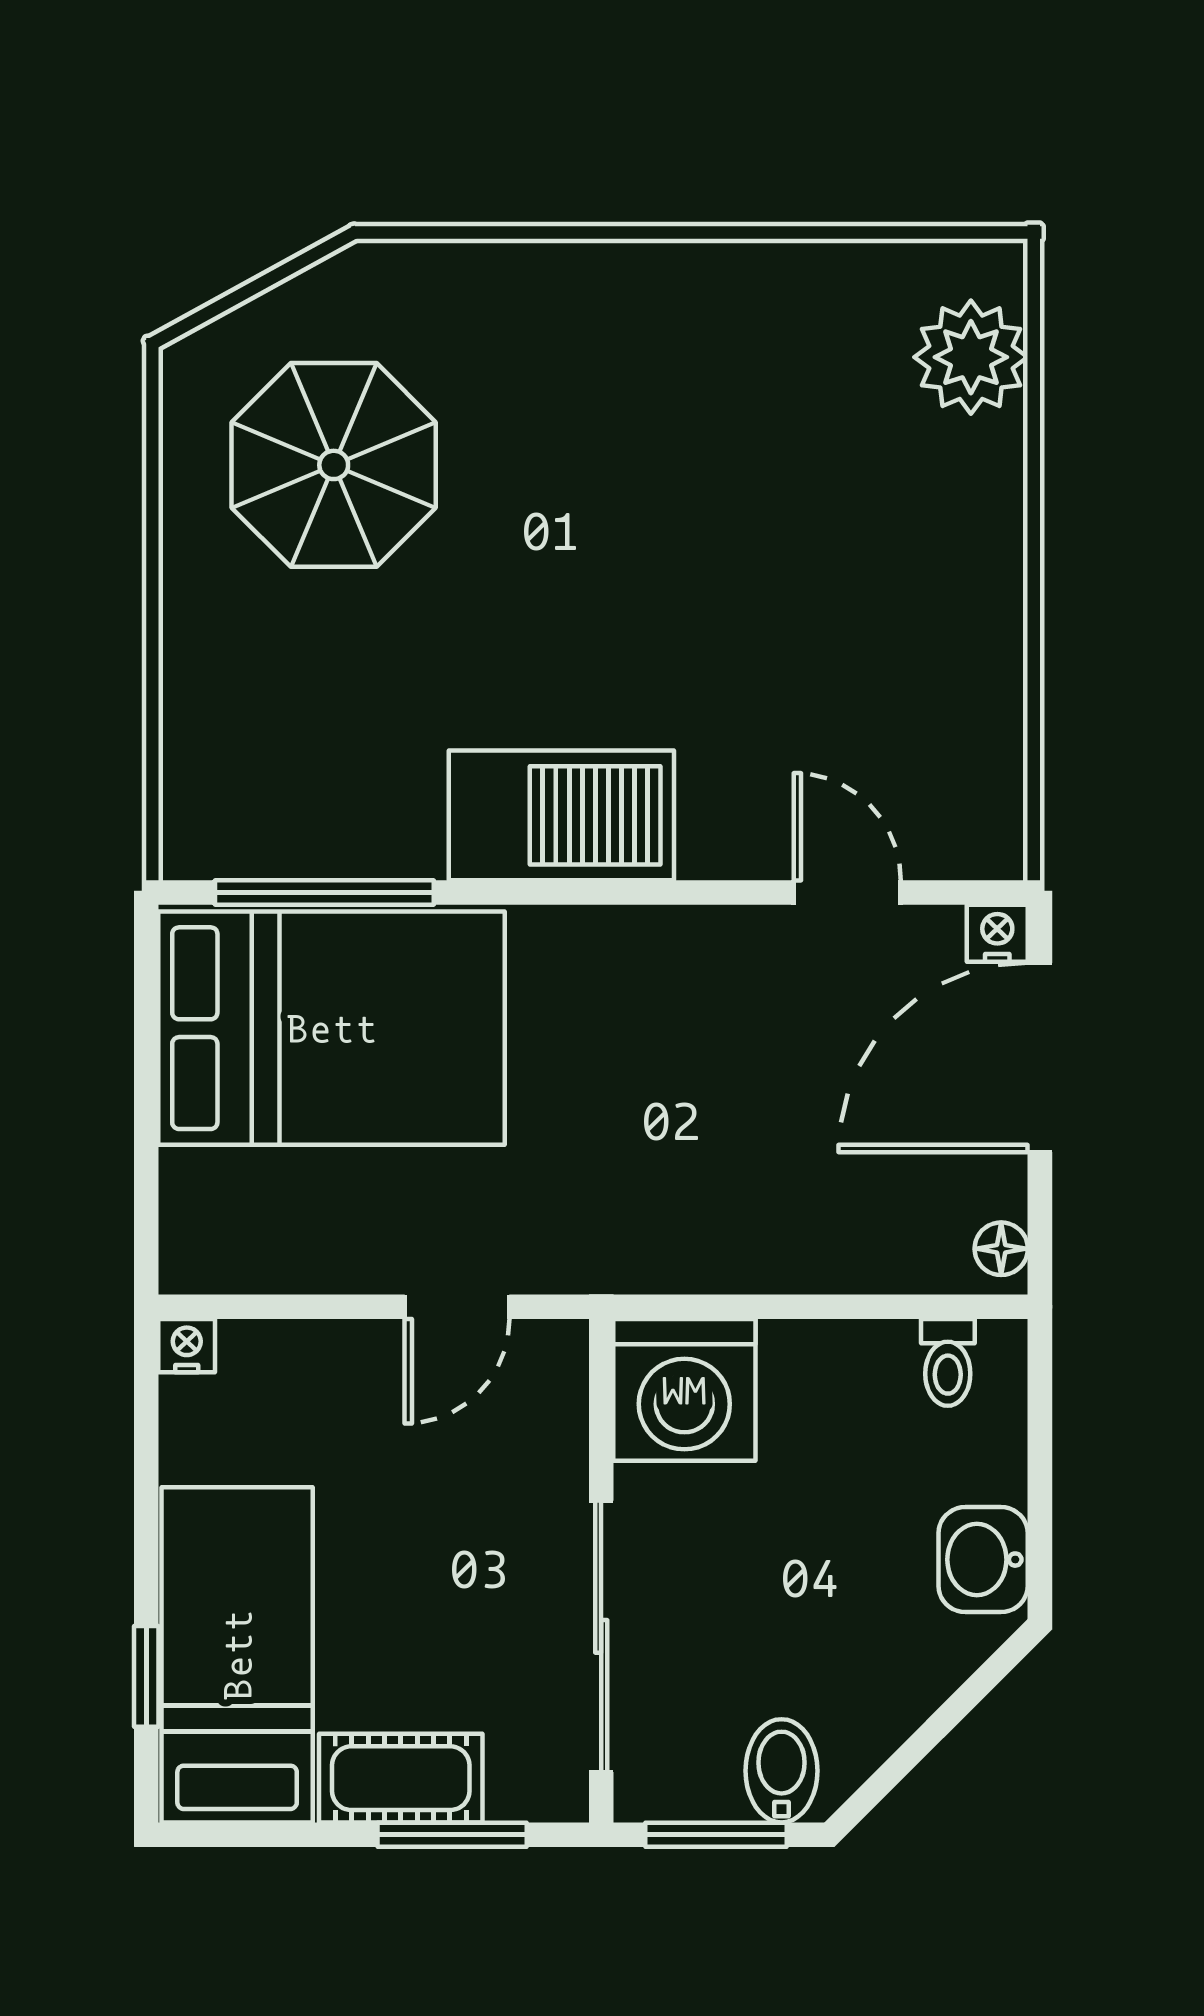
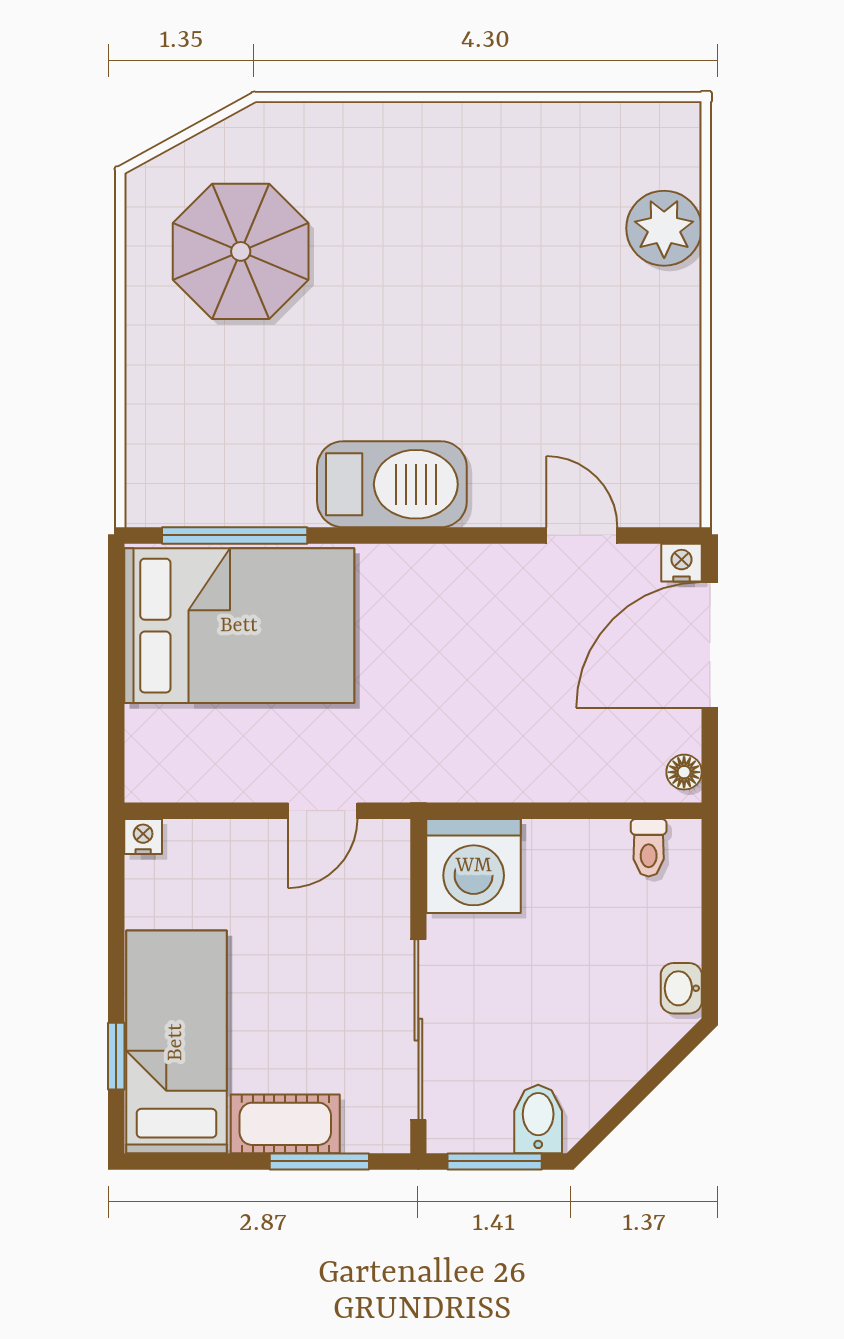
plant: (971, 357) -> (664, 228), moved
washbasin: (983, 1560) -> (681, 988), width x0.72, depth x0.69

